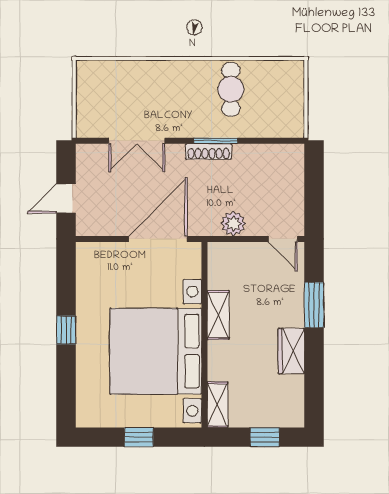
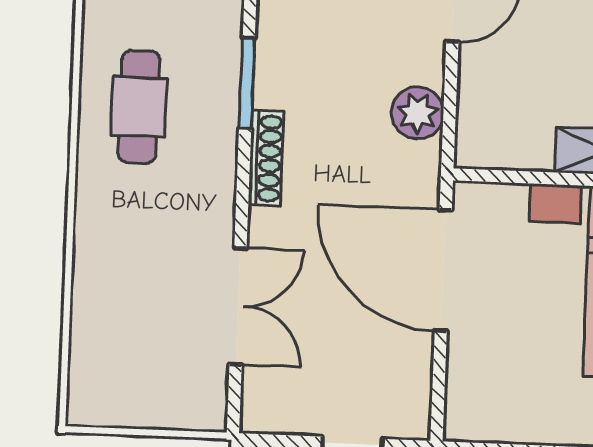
cafe table: (231, 89) -> (139, 107), turned 90
window: (216, 141) -> (247, 83), moved

